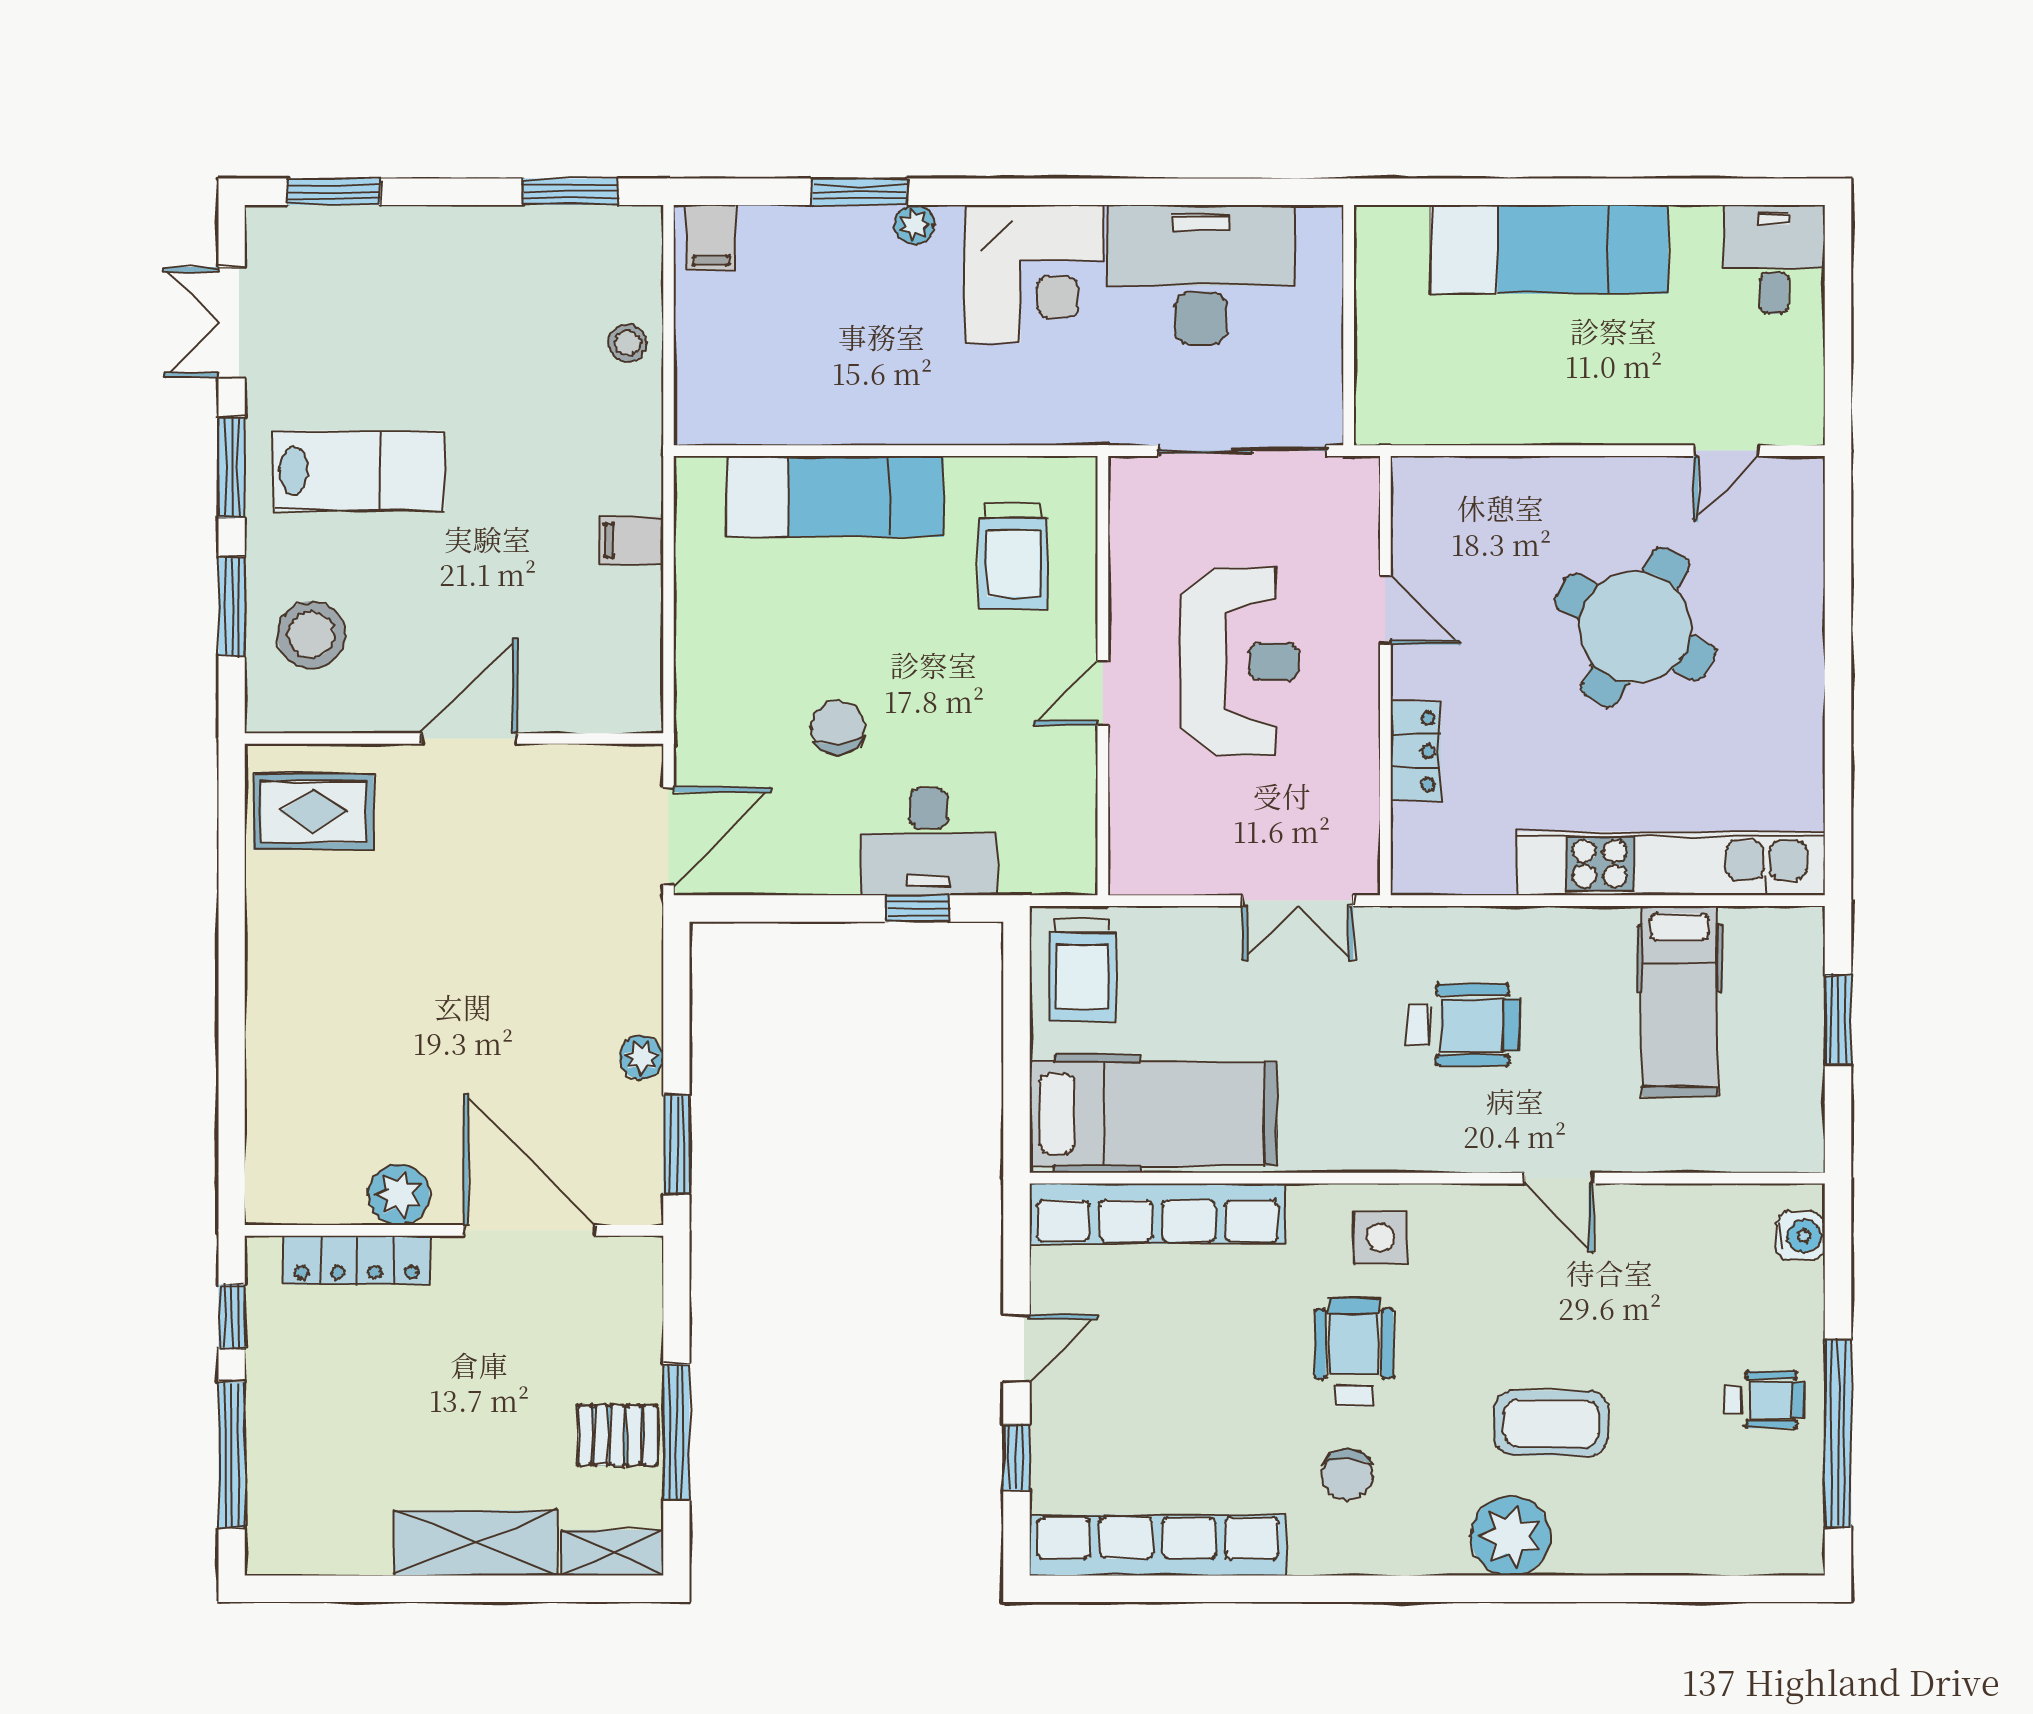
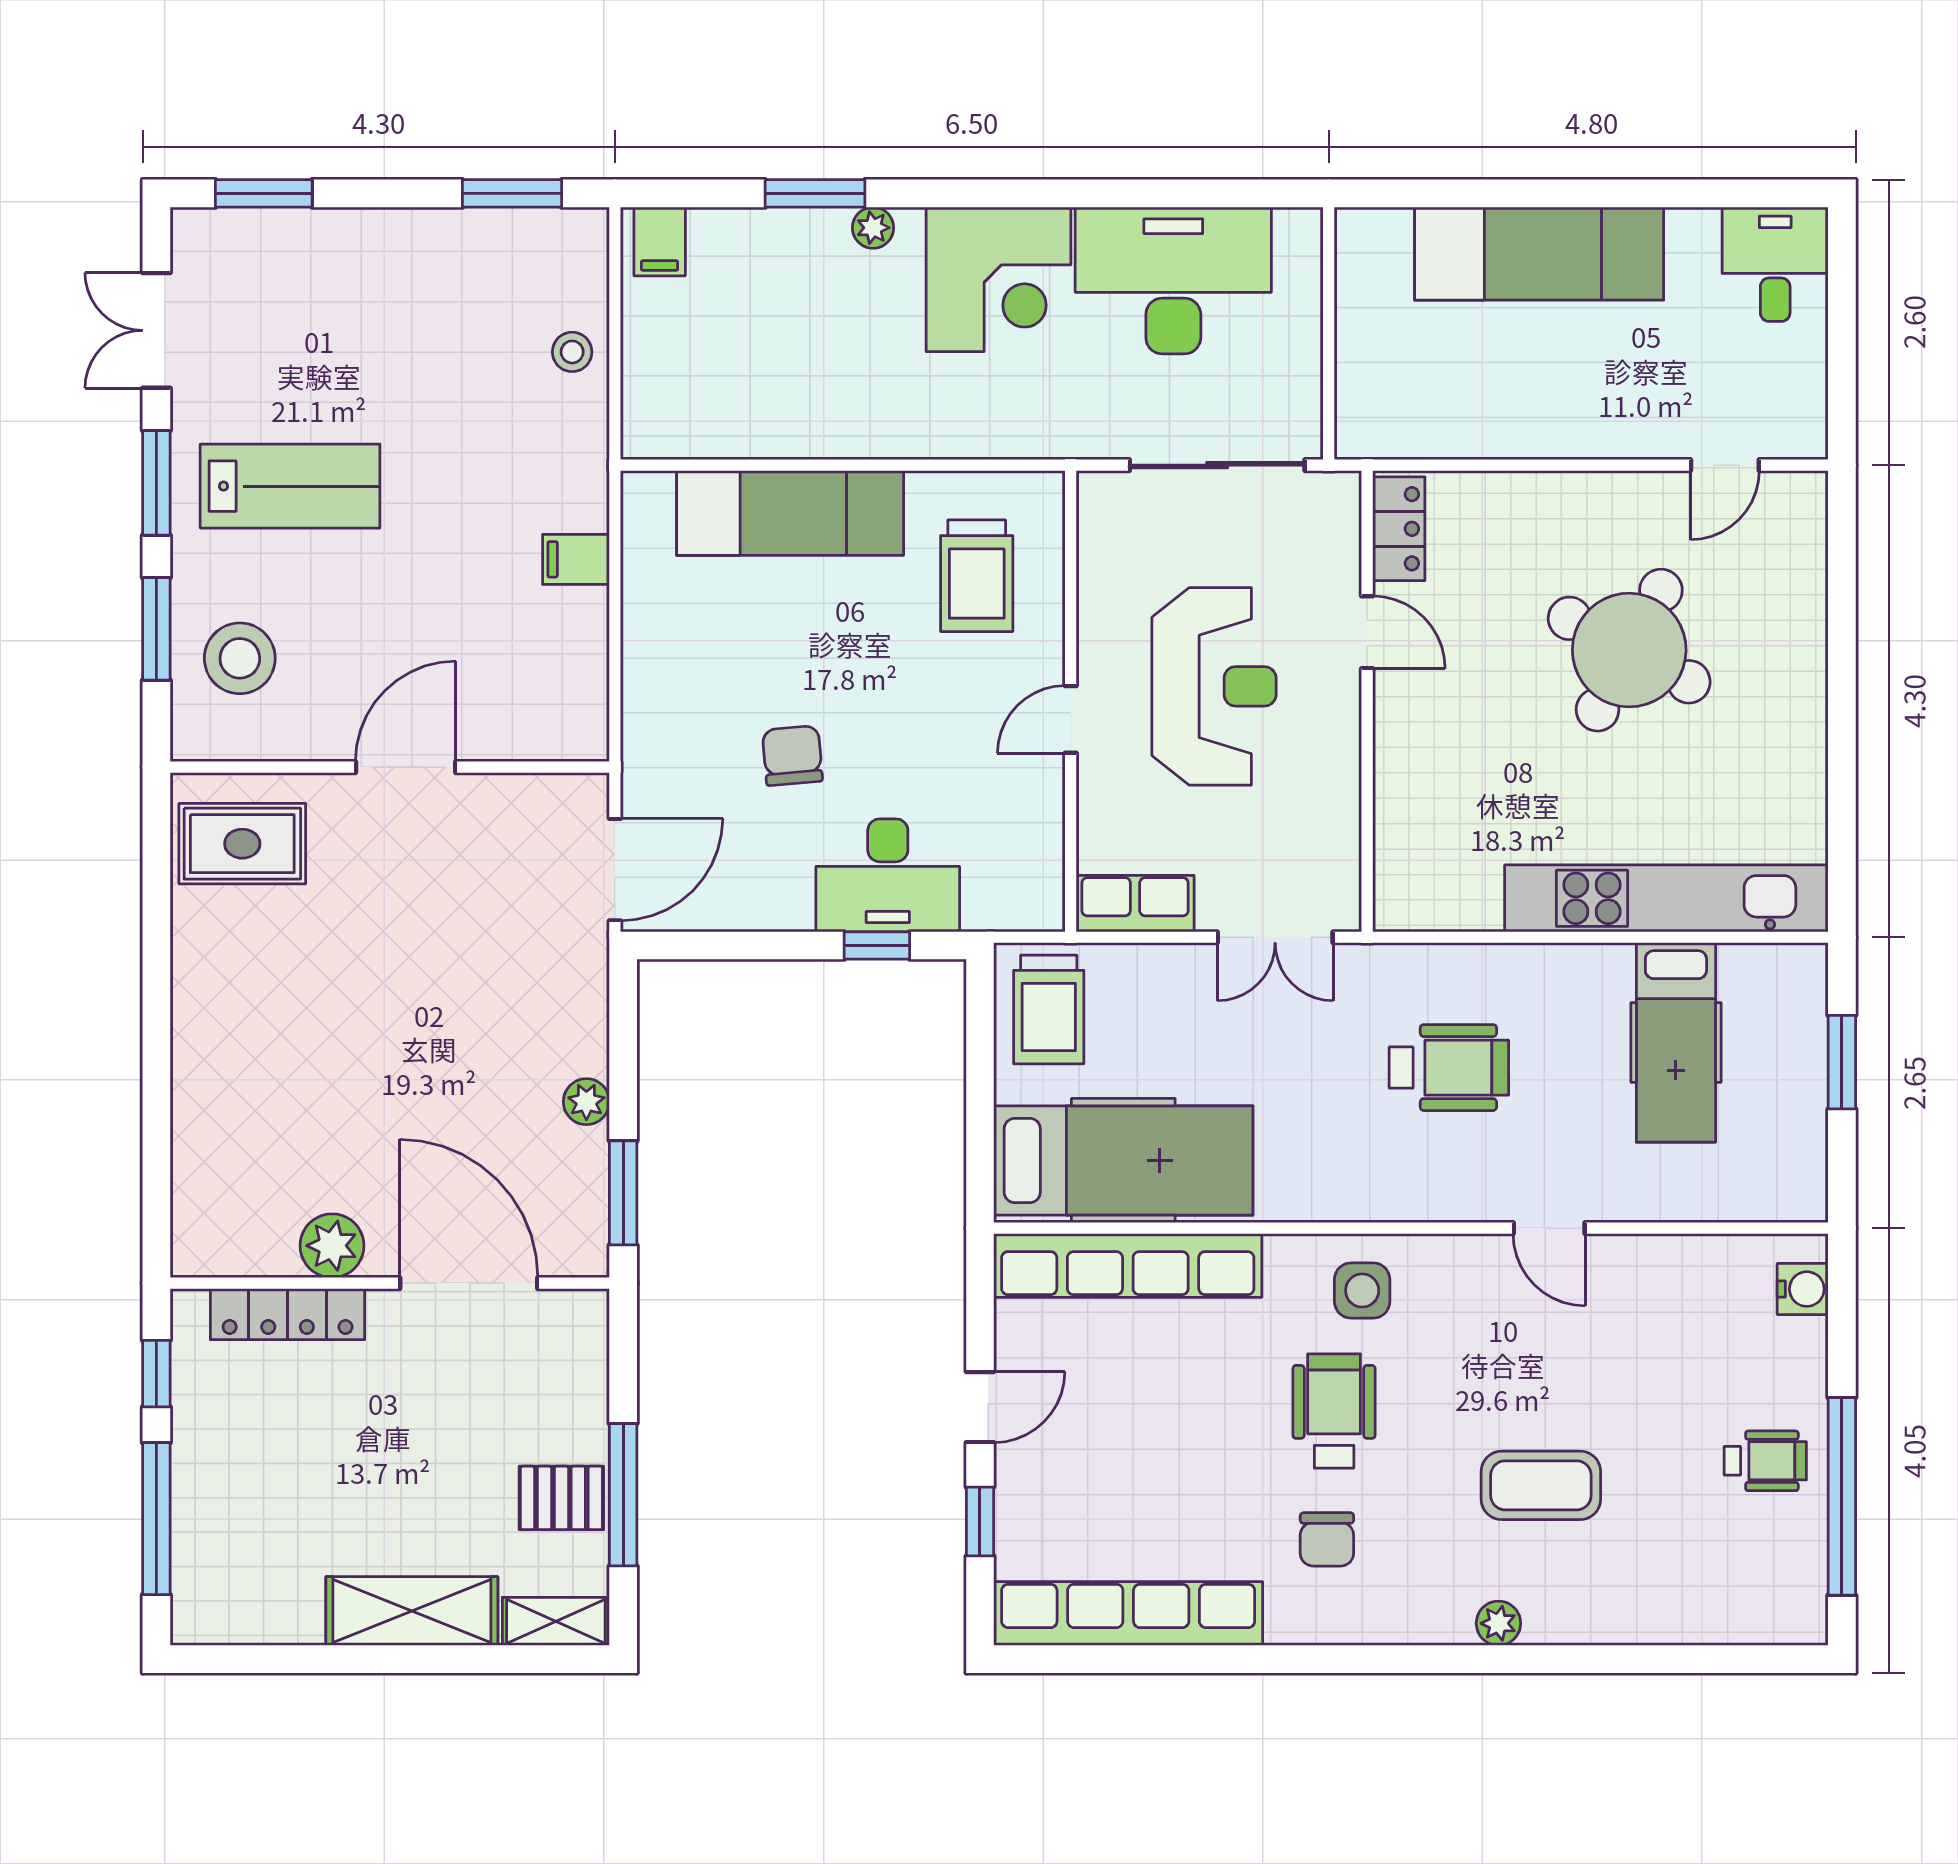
locker: (1416, 751) -> (1399, 529), moved
row of seats: (1164, 869) -> (1135, 904), added
plant: (1511, 1536) -> (1498, 1623), width x0.53, depth x0.53

